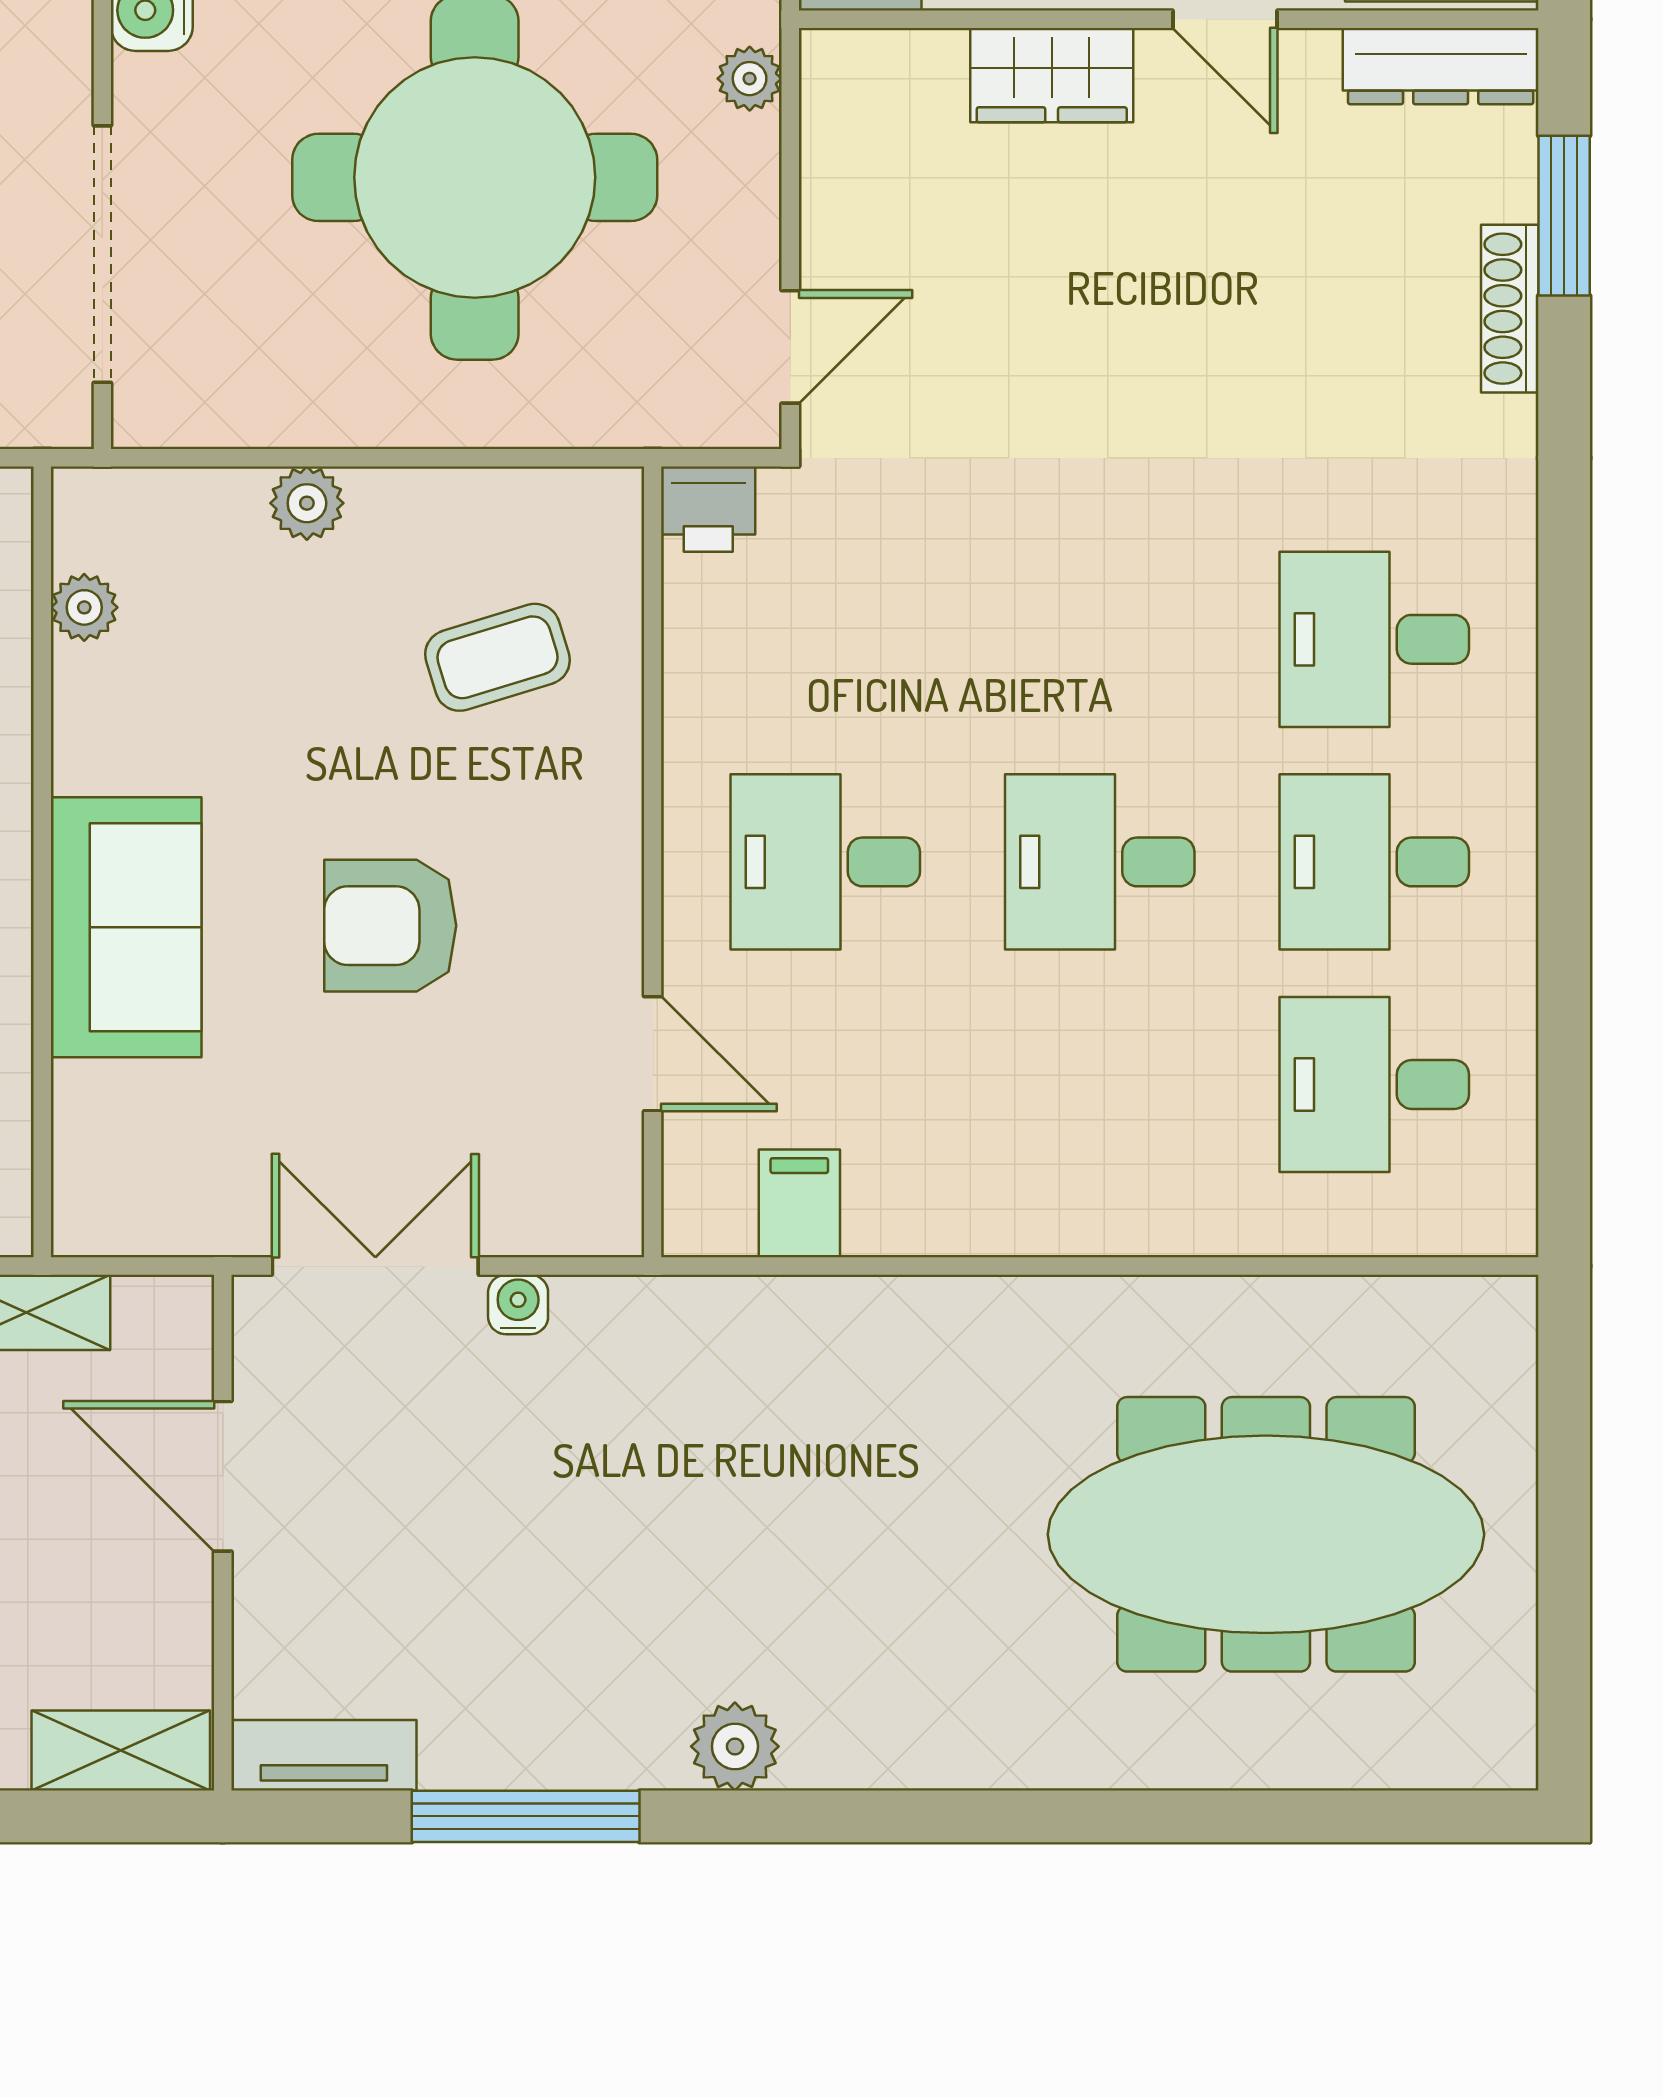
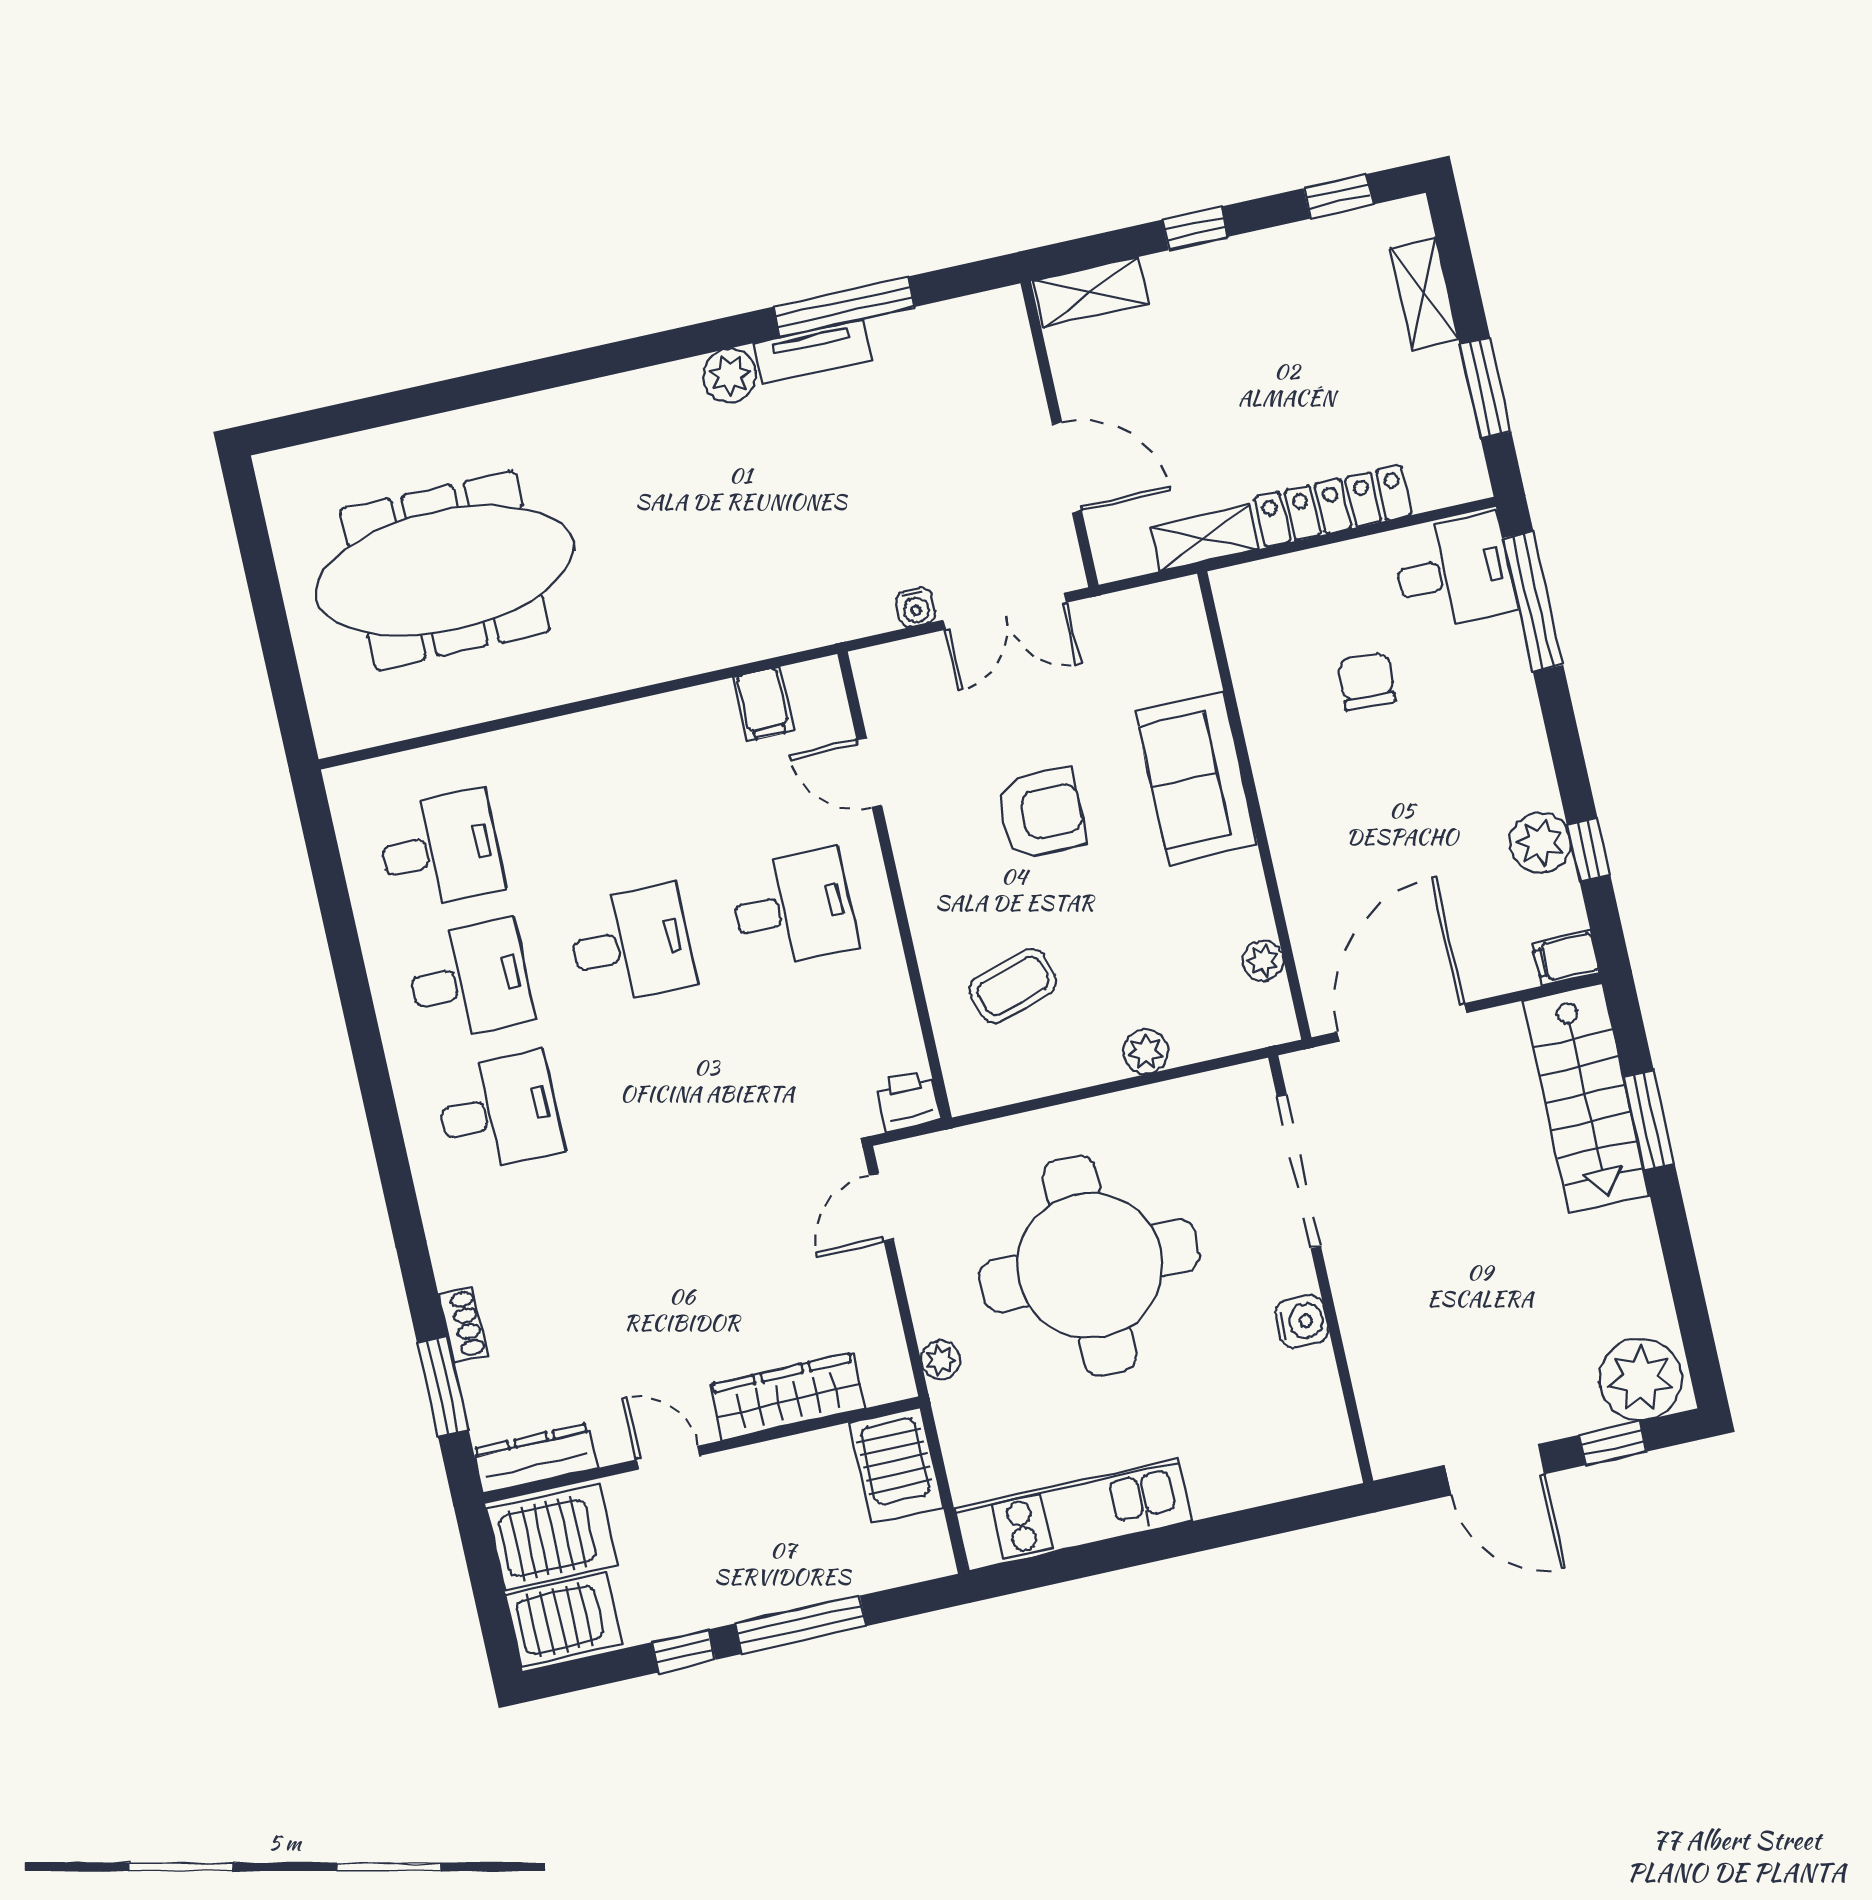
wardrobe: (1052, 75) -> (787, 1396), width x1.50
shoe rack: (1510, 309) -> (463, 1325), width x0.70
tv unit: (324, 1755) -> (813, 352), moved

